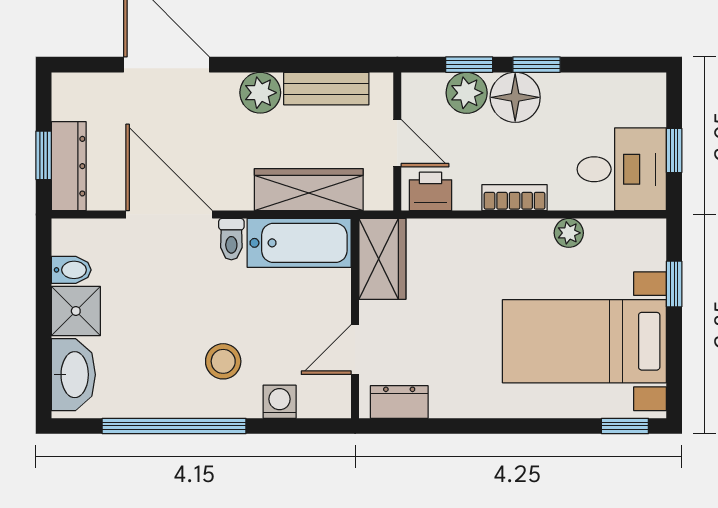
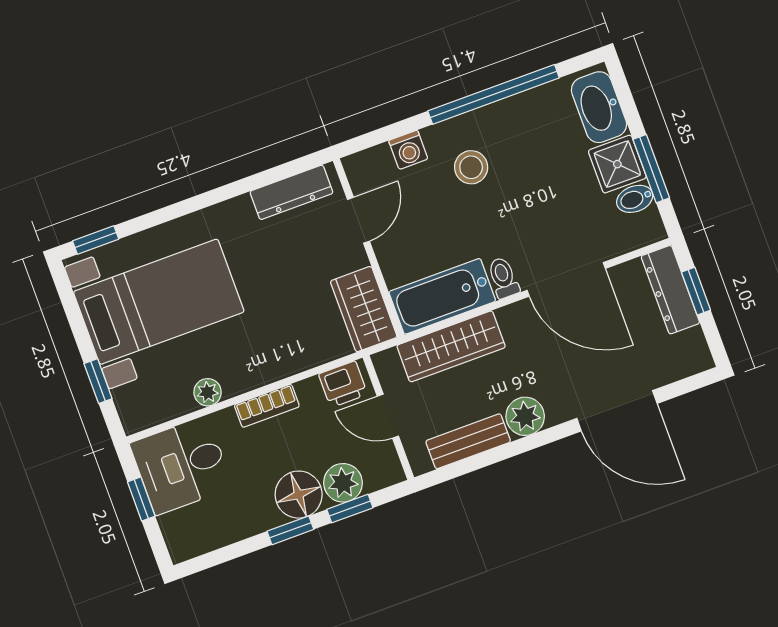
window: (44, 294) -> (651, 169), added
dresser: (399, 402) -> (291, 192), width x1.44

